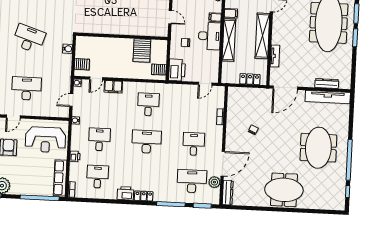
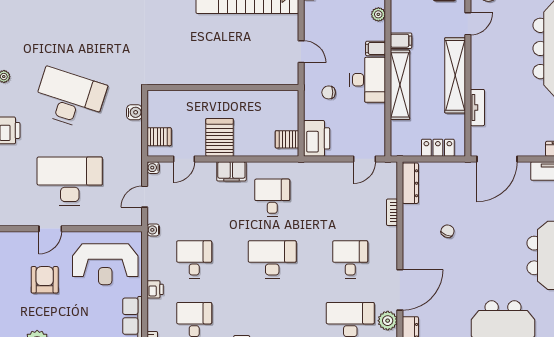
desk: (29, 39) -> (70, 99), width x1.36, depth x1.30
server rack: (142, 50) -> (220, 137), moved, turned 180
filing cabinet: (113, 87) -> (231, 171), moved
desk: (26, 89) -> (70, 181), width x1.36, depth x1.30
dresser: (232, 100) -> (410, 183), added

